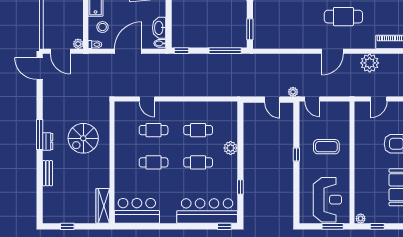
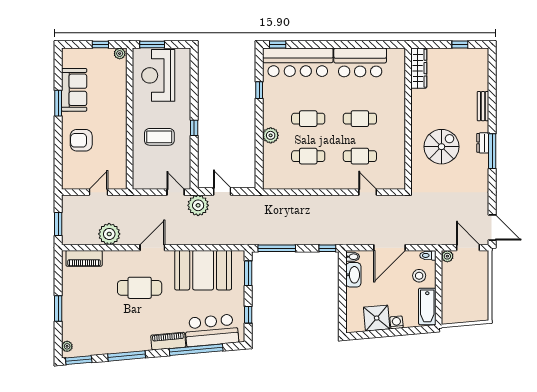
booth: (289, 32) -> (203, 270), added
plant: (293, 92) -> (198, 205), width x1.88, depth x1.88
bar counter: (137, 211) -> (360, 62), moved

